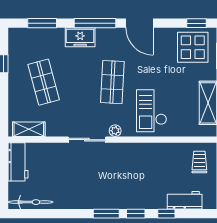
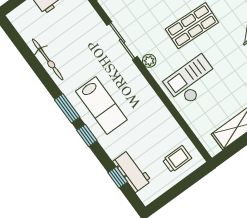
lab bench: (122, 188) -> (101, 105), added
bicycle: (31, 202) -> (48, 59), moved
window: (166, 214) -> (118, 177), moved

